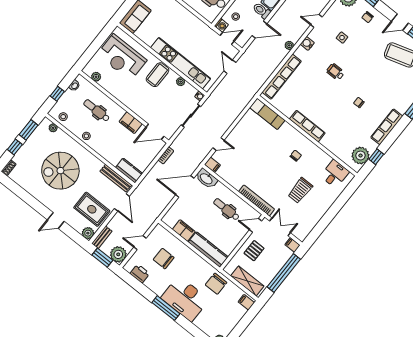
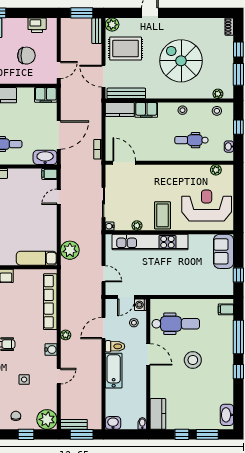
dental chair: (97, 110) -> (191, 140), turned 180
filing cabinet: (131, 123) -> (146, 110), moved, turned 180
door: (155, 132) -> (124, 163), hinge flipped
spiral stairs: (60, 171) -> (181, 61), turned -90
filing cabinet: (184, 230) -> (46, 95), moved
door: (140, 243) -> (59, 70), moved
plant: (118, 254) -> (70, 250), moved

